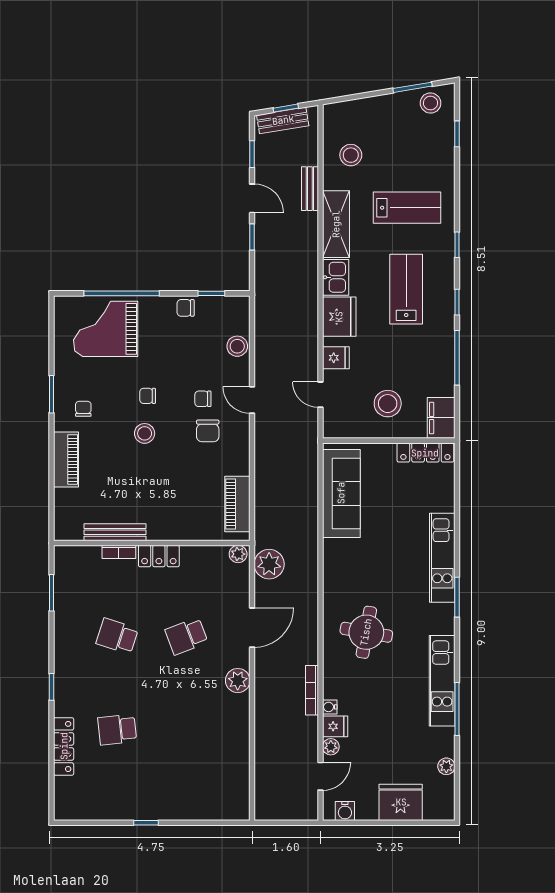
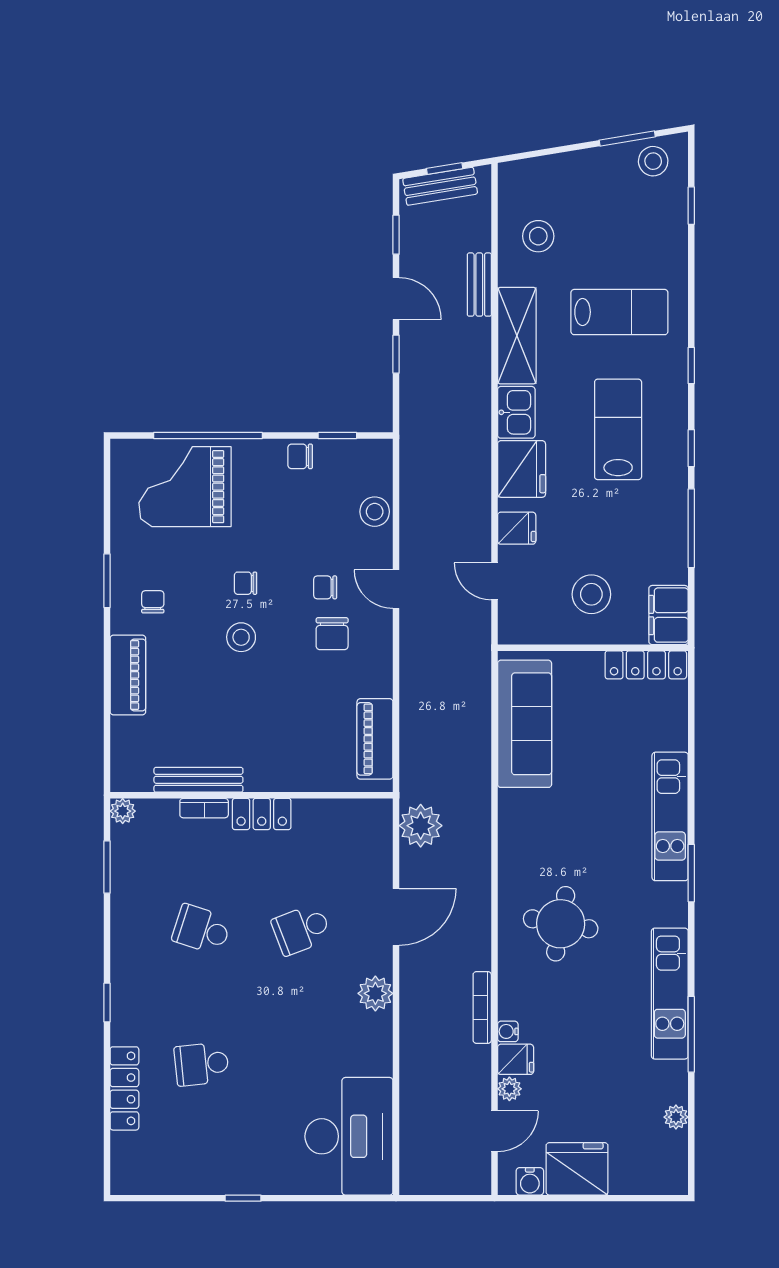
plant: (238, 554) -> (123, 811), moved
desk: (219, 780) -> (349, 1136), added
fridge: (401, 802) -> (577, 1169), moved

